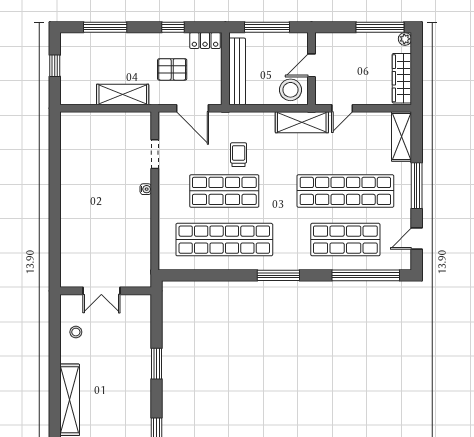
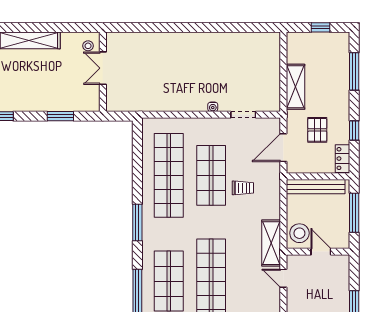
double door: (101, 291) -> (103, 68), moved
wall: (106, 291) -> (103, 72), moved

